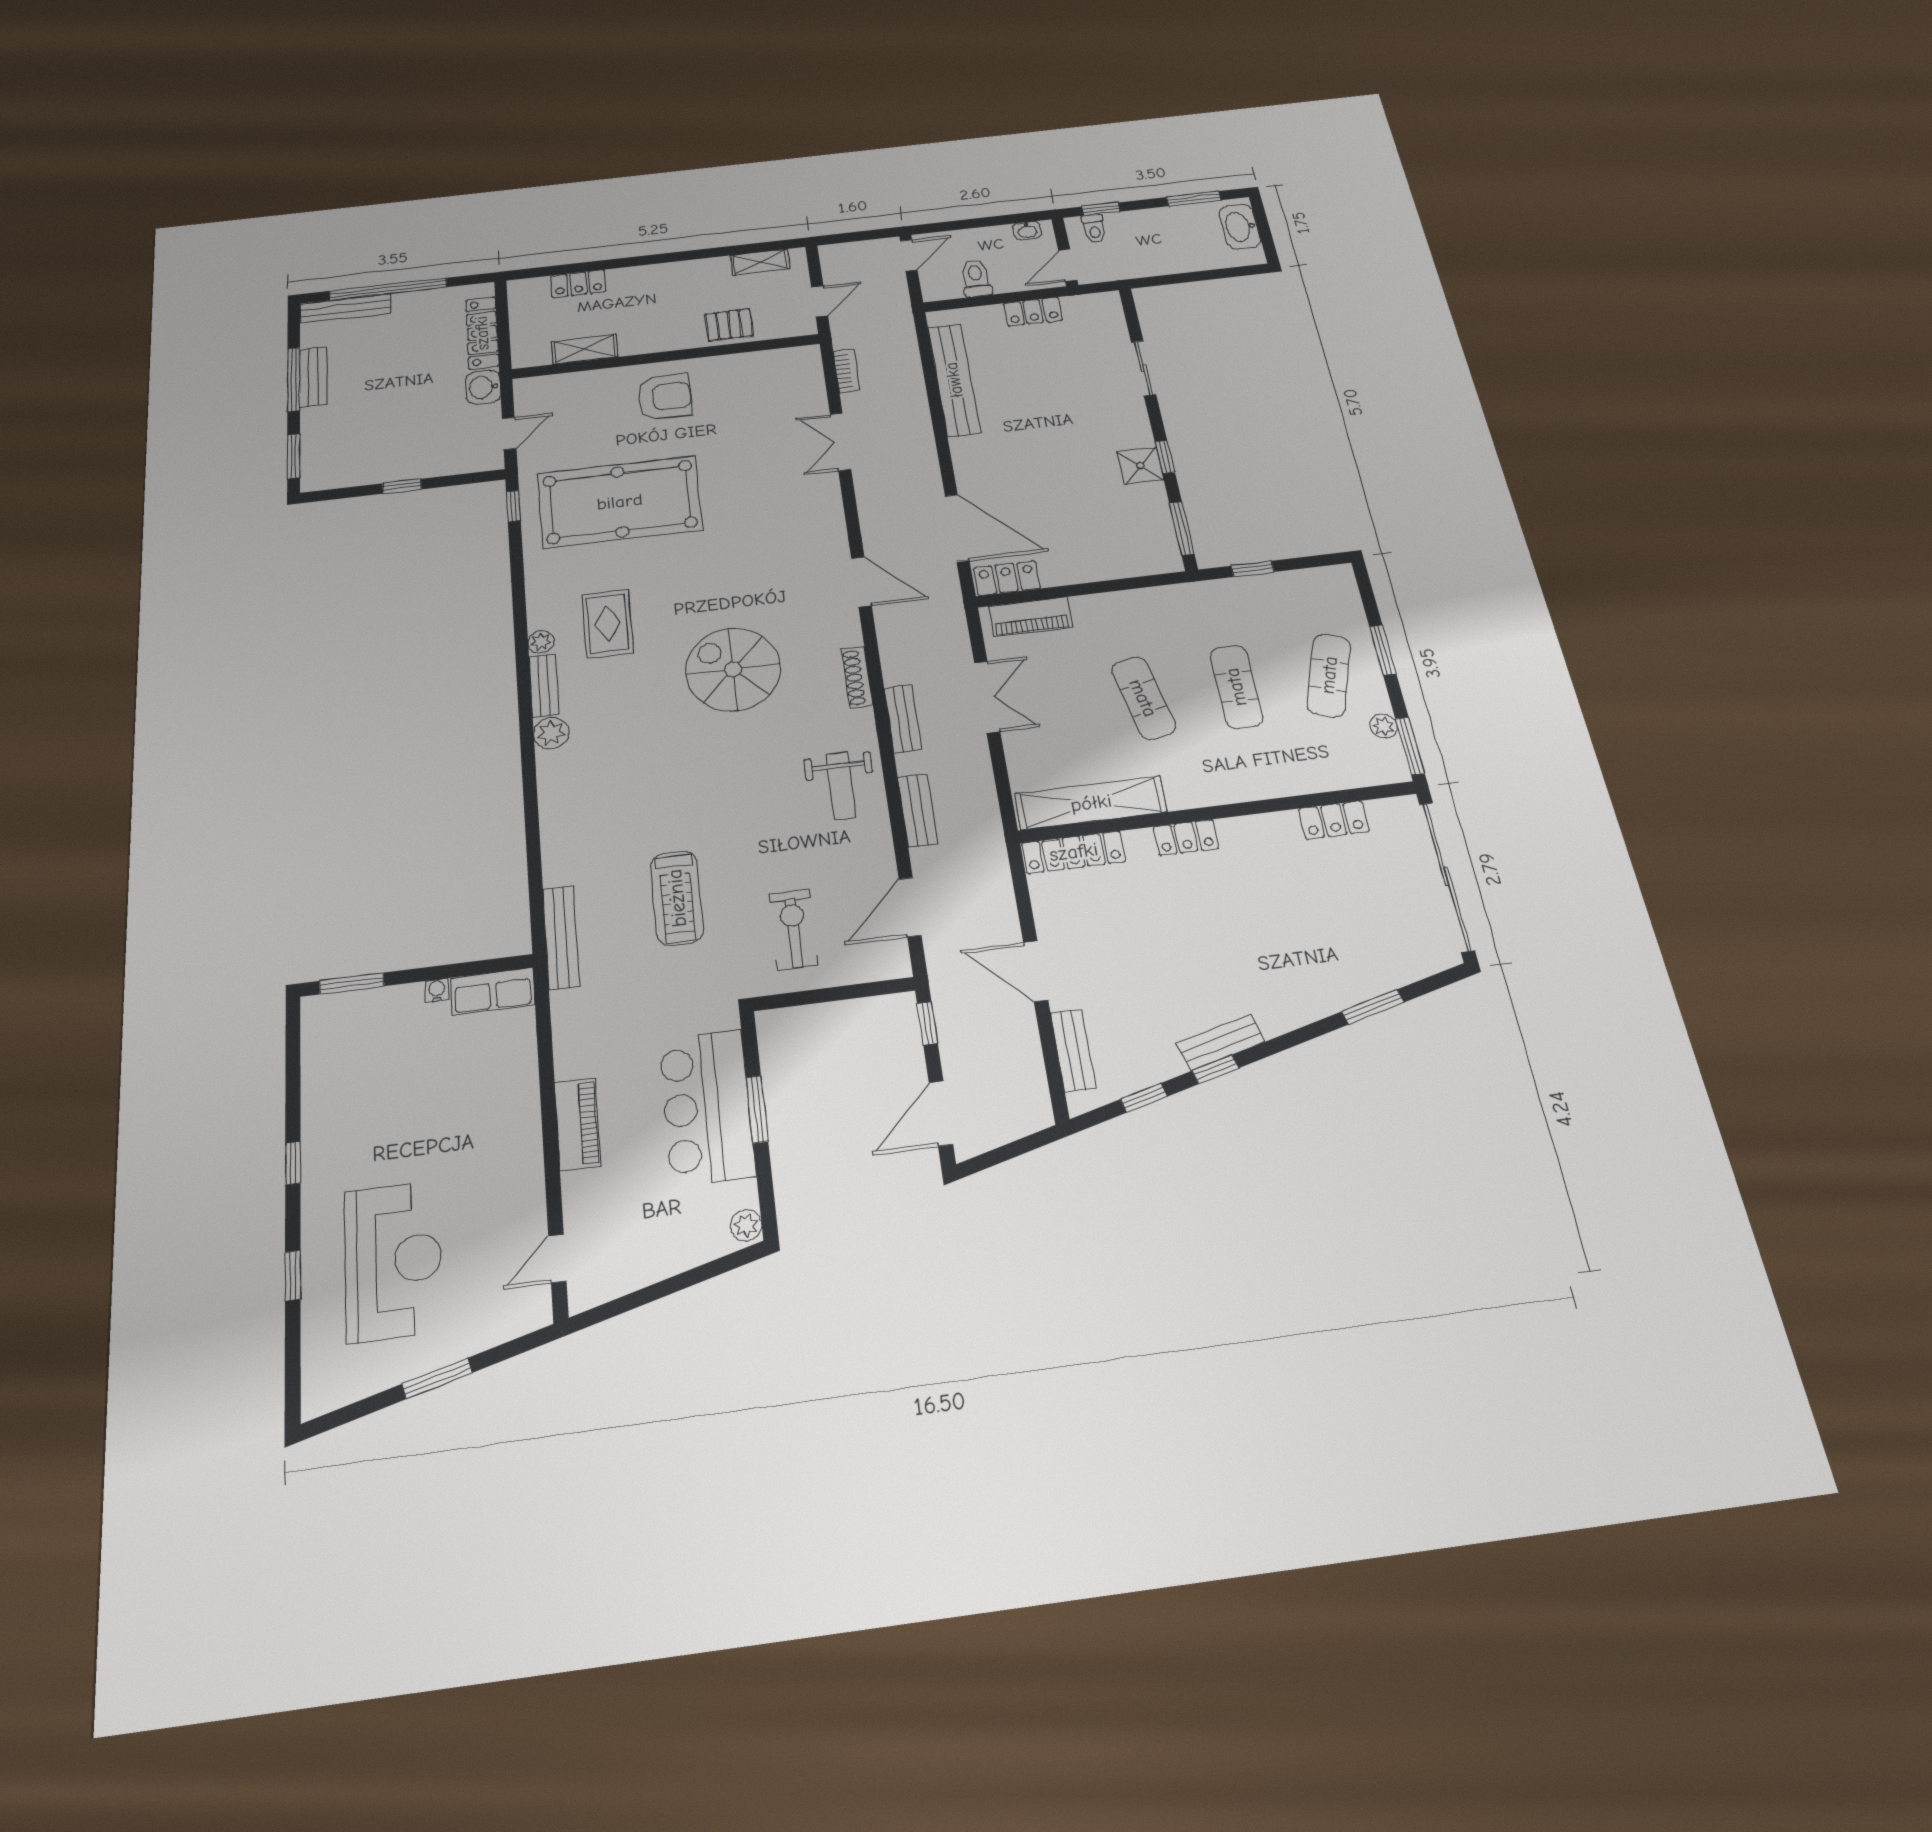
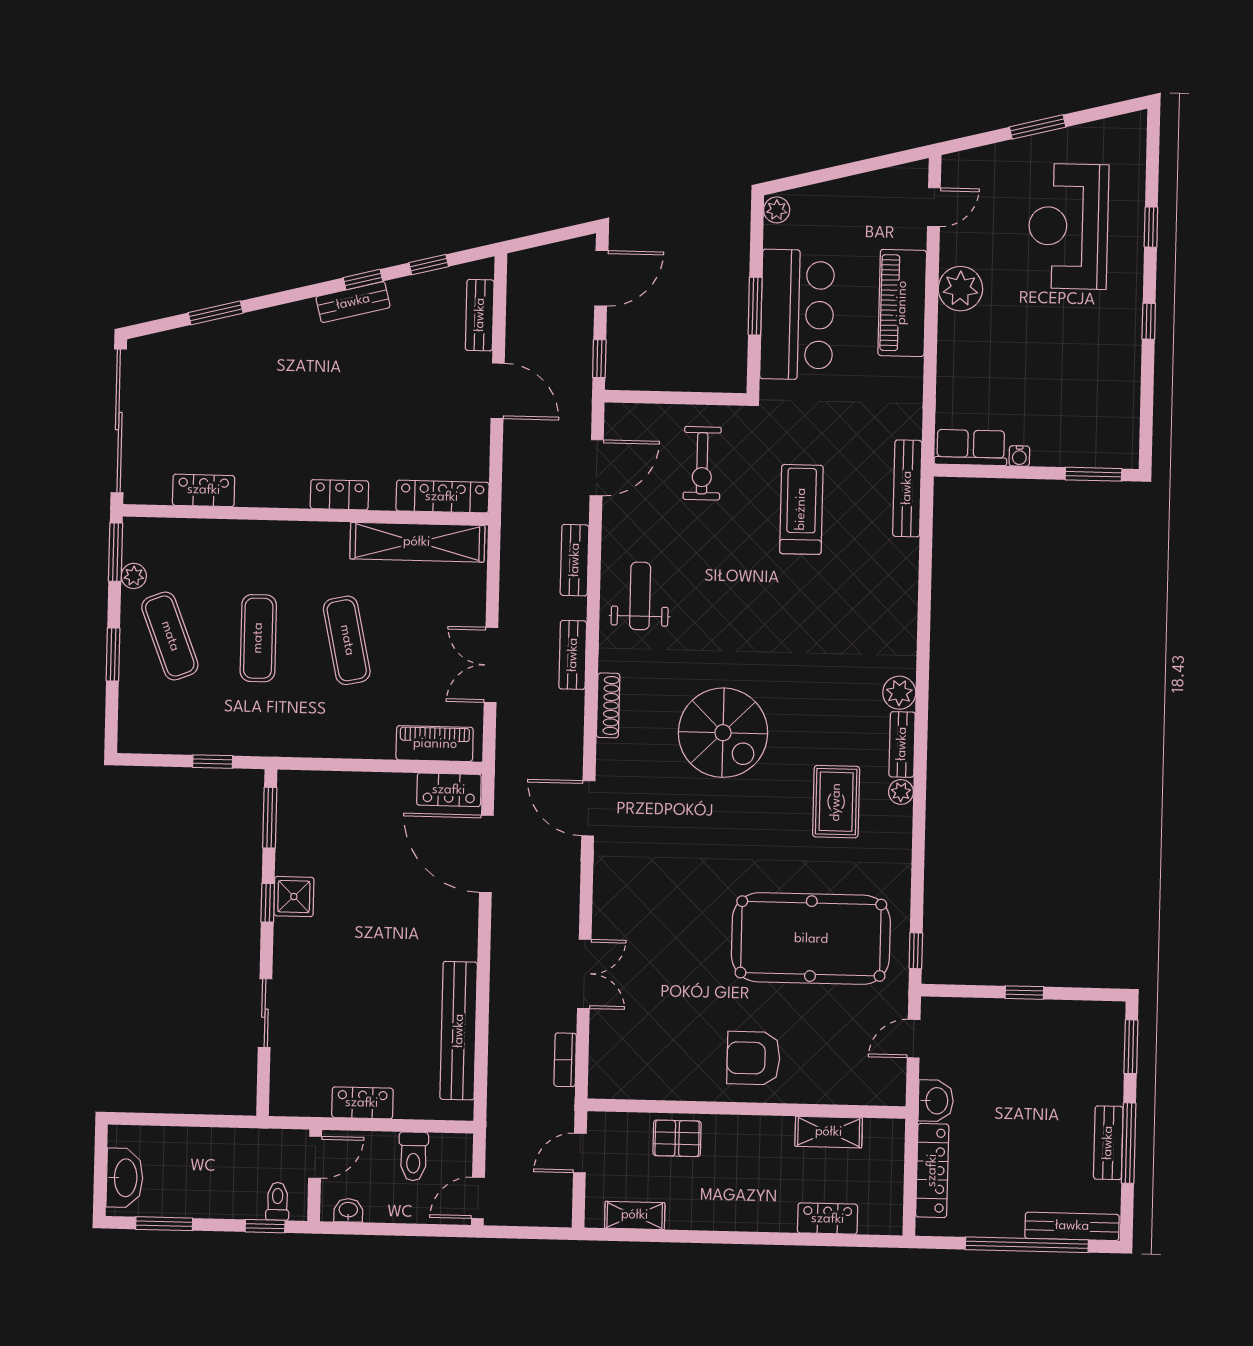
exercise mat: (1329, 675) -> (170, 636), turned -39
piano: (578, 1124) -> (902, 303), width x1.37, depth x1.33
plant: (518, 1167) -> (960, 289), added

